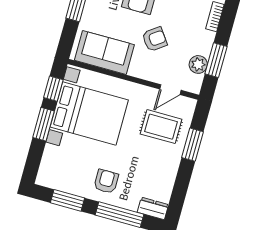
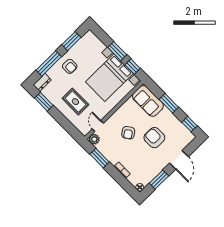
sofa: (104, 52) -> (148, 101), moved, turned 90
plant: (198, 64) -> (94, 139), moved
rug: (161, 127) -> (75, 102), moved, turned 90
window: (193, 145) -> (44, 102), moved

